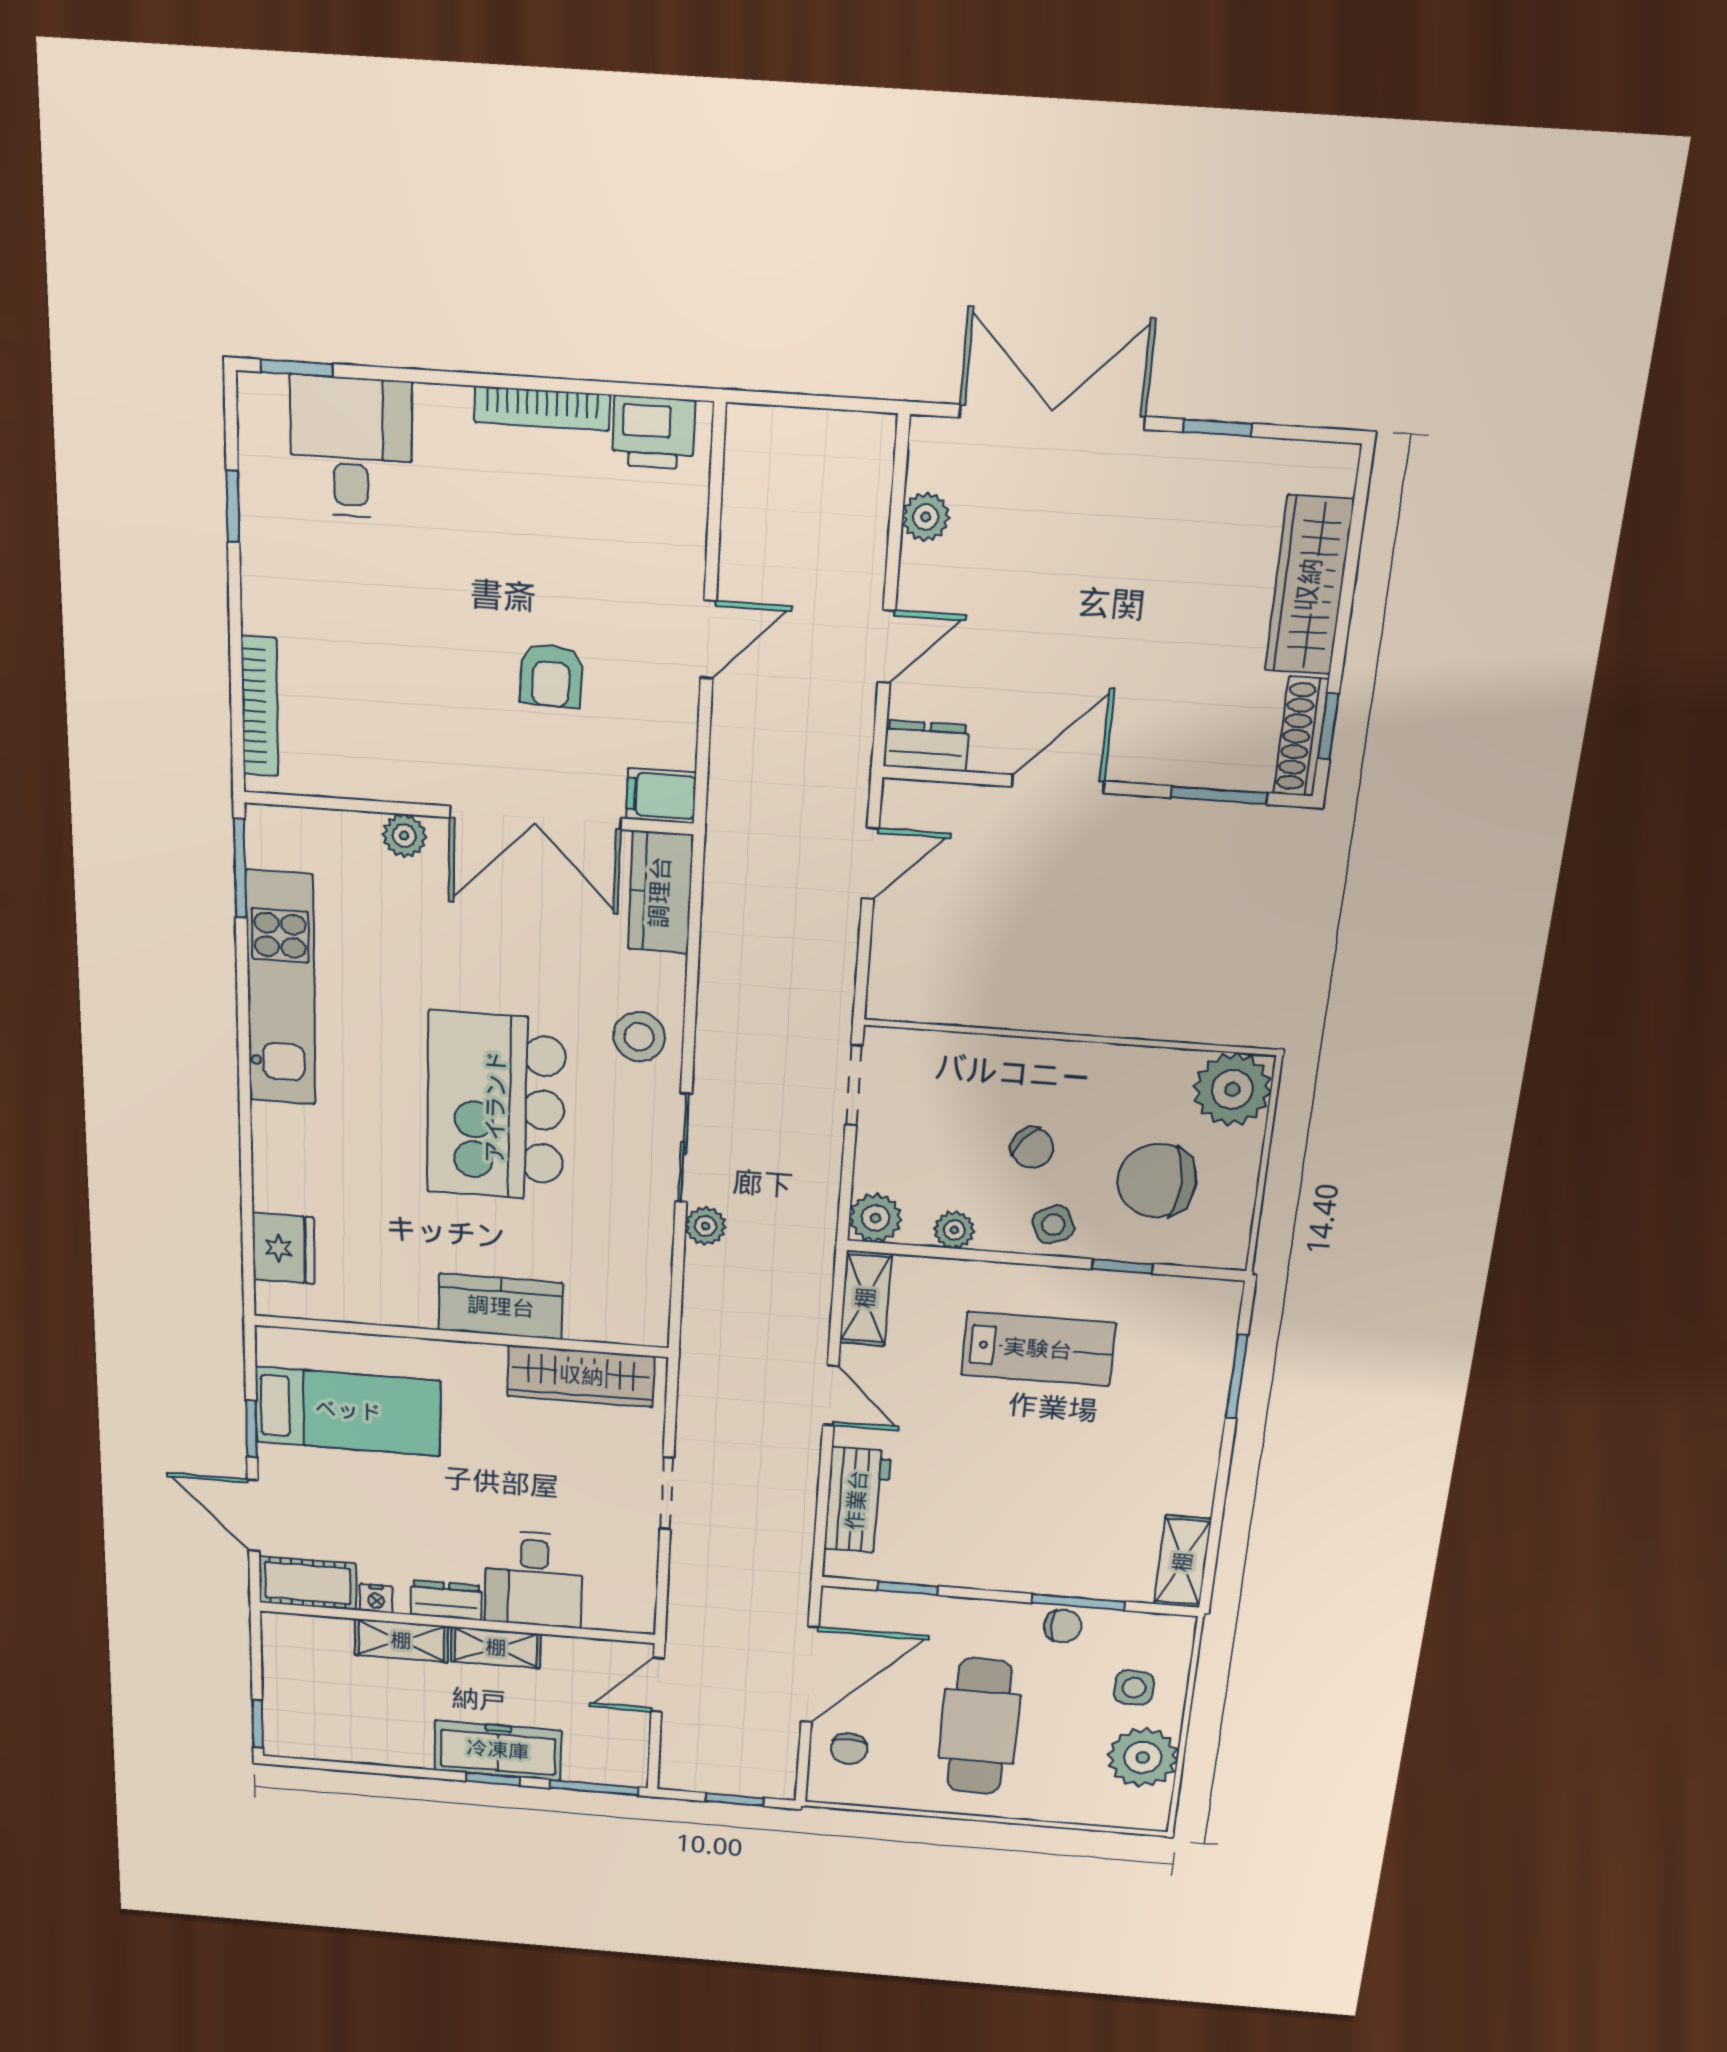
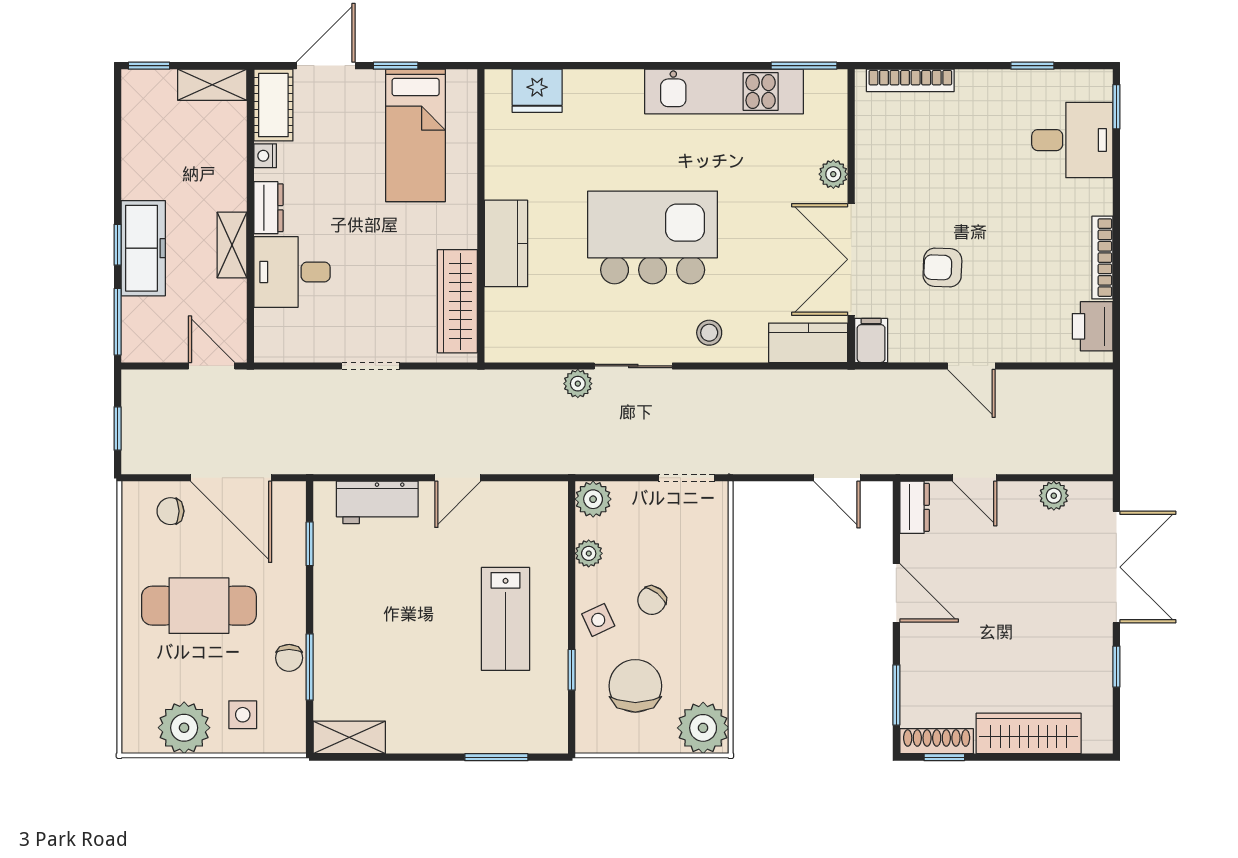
stool: (639, 1037) -> (709, 333), width x0.73, depth x0.73
shelving: (866, 1298) -> (533, 497), removed
shelving: (401, 1641) -> (212, 85), moved, turned 90

